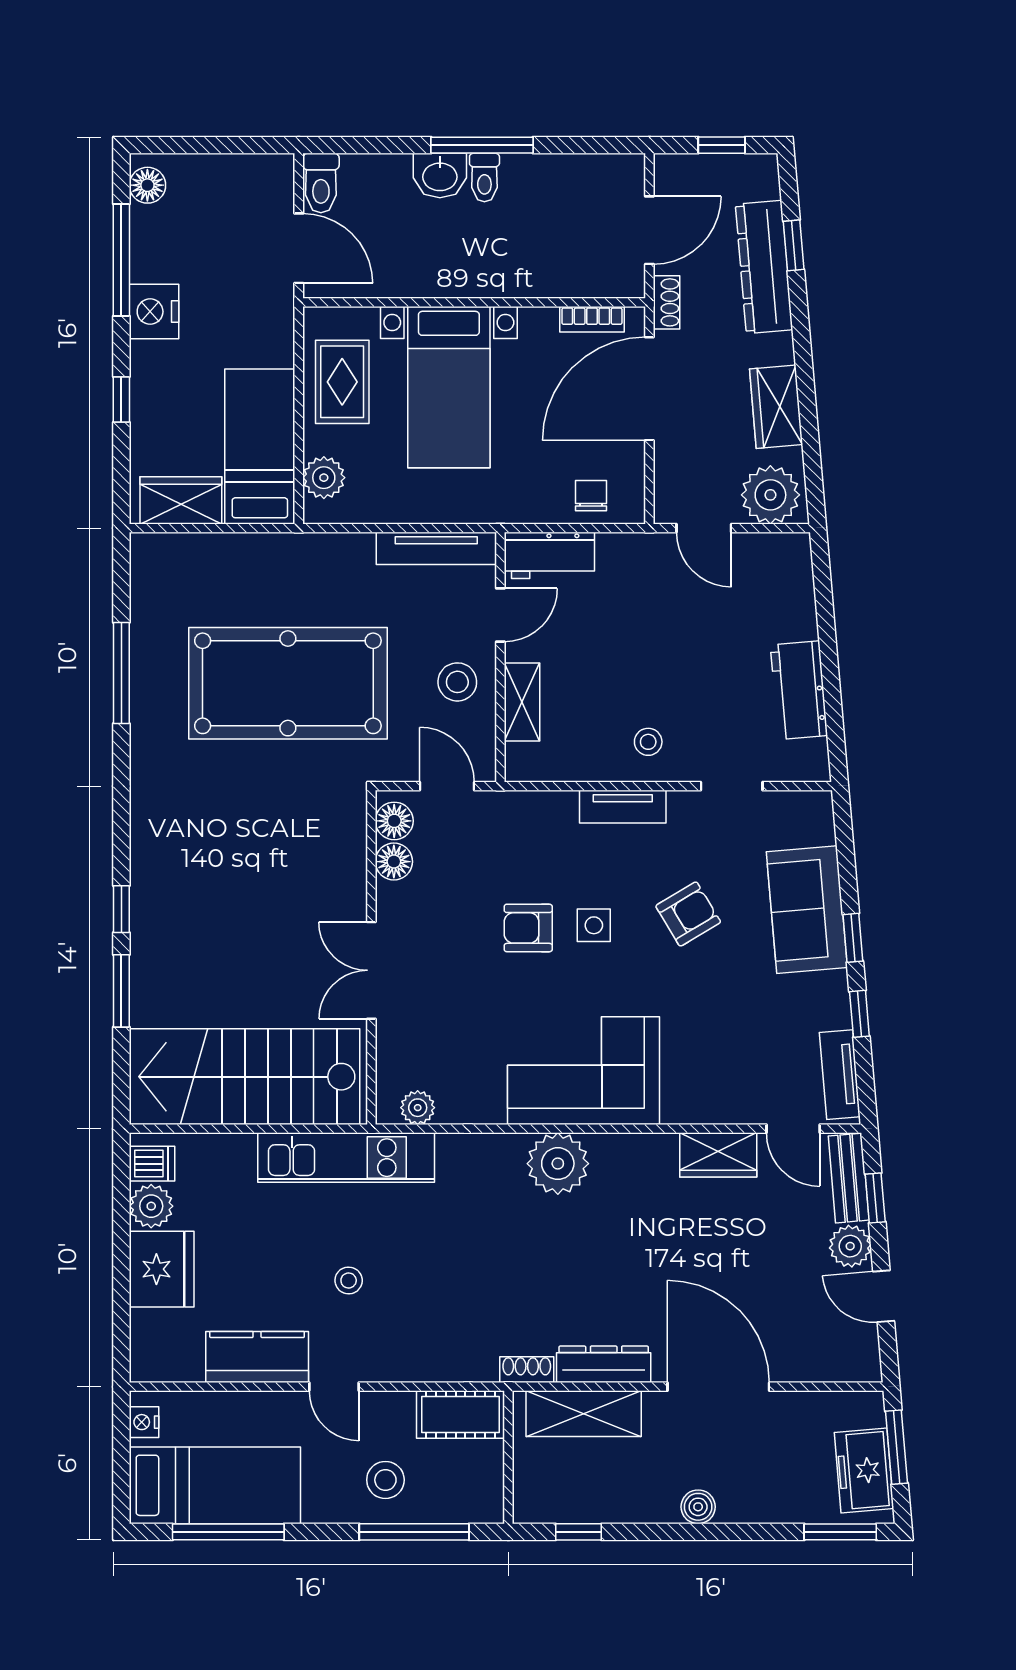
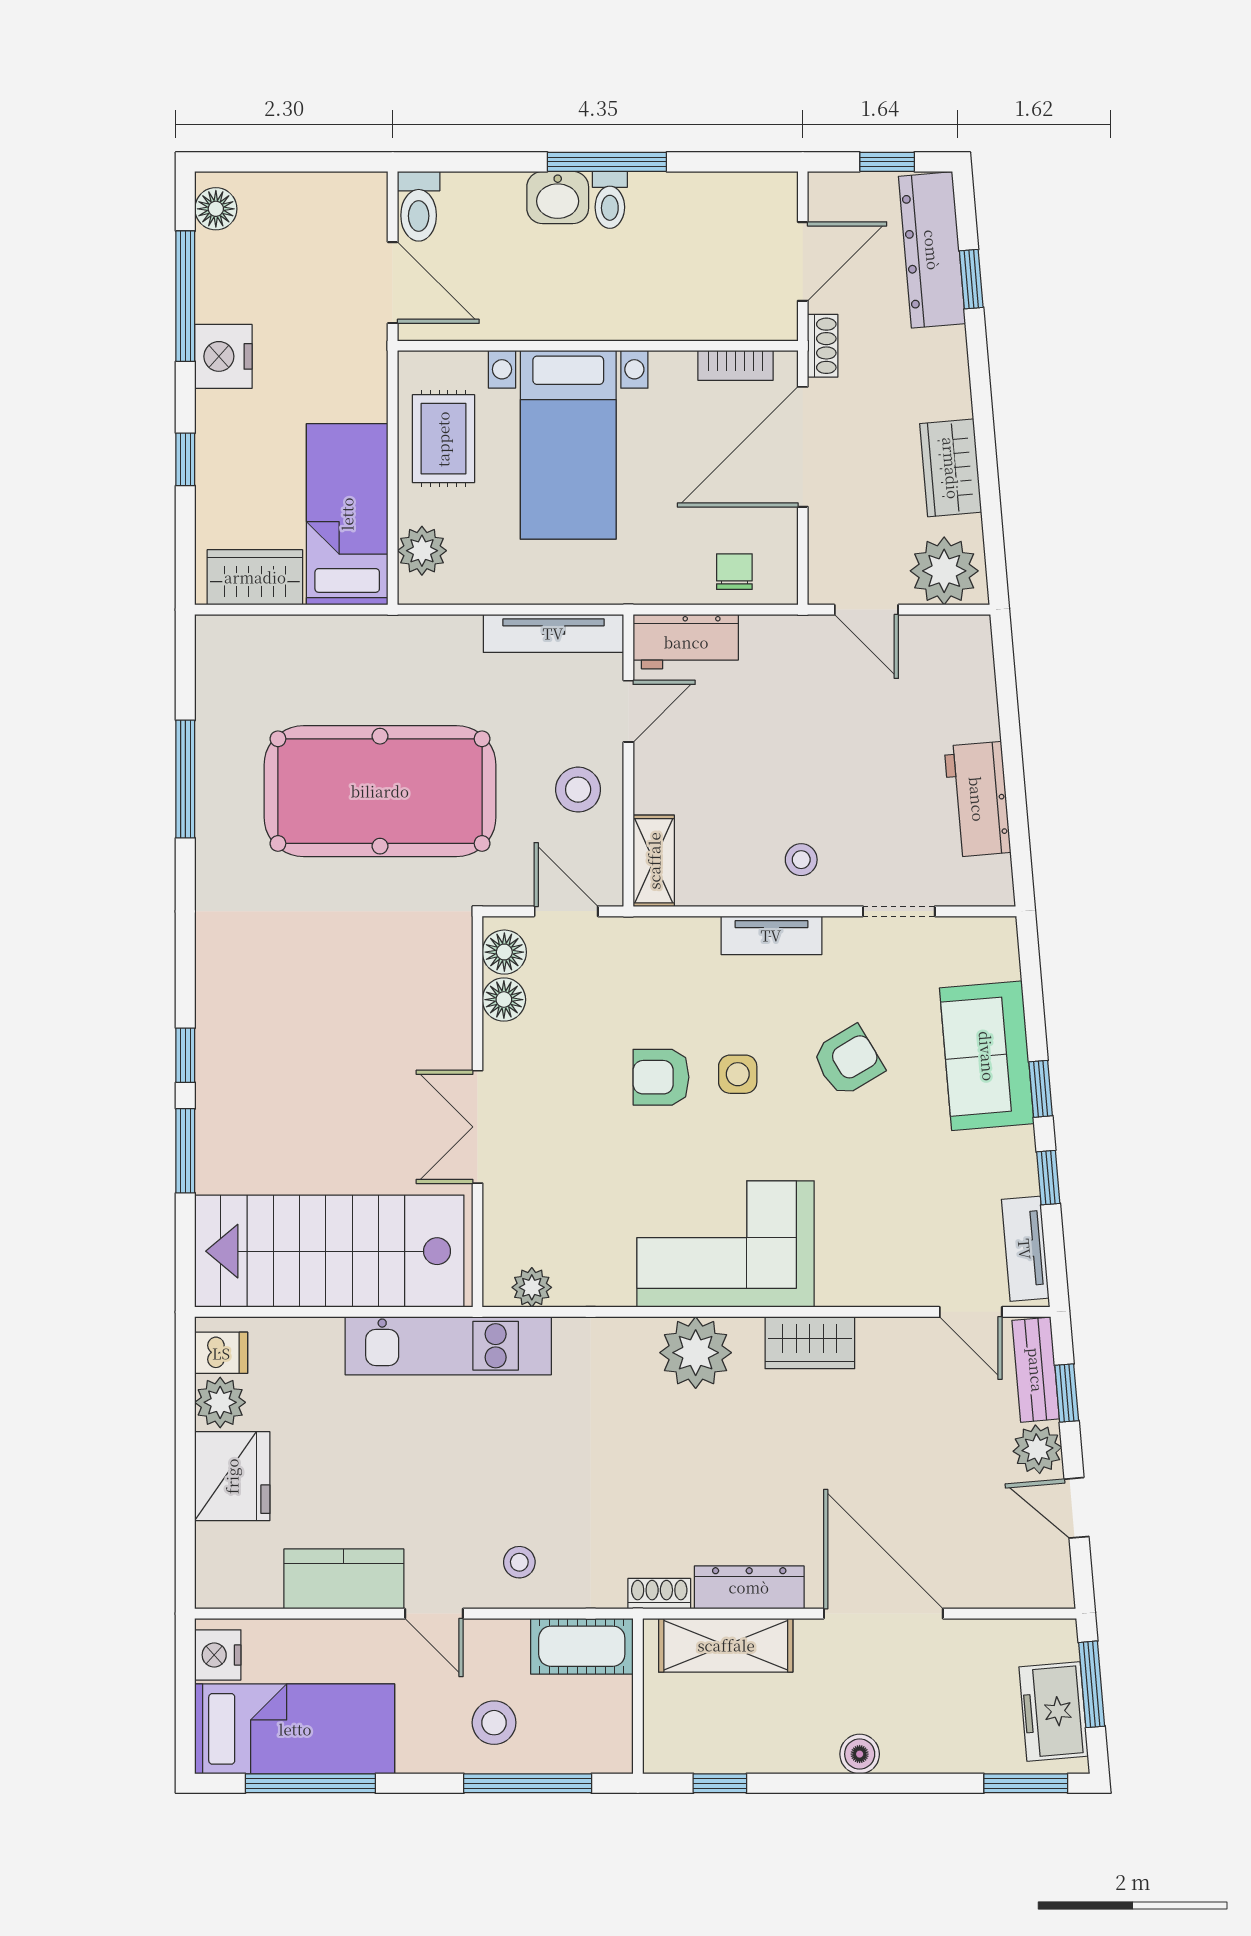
dresser: (764, 267) -> (932, 250), moved
shelving: (522, 702) -> (654, 861), moved
wardrobe: (718, 1155) -> (810, 1343), moved
stool: (349, 1280) -> (519, 1562), moved
nightstand: (144, 1422) -> (218, 1655), width x1.39, depth x1.35

